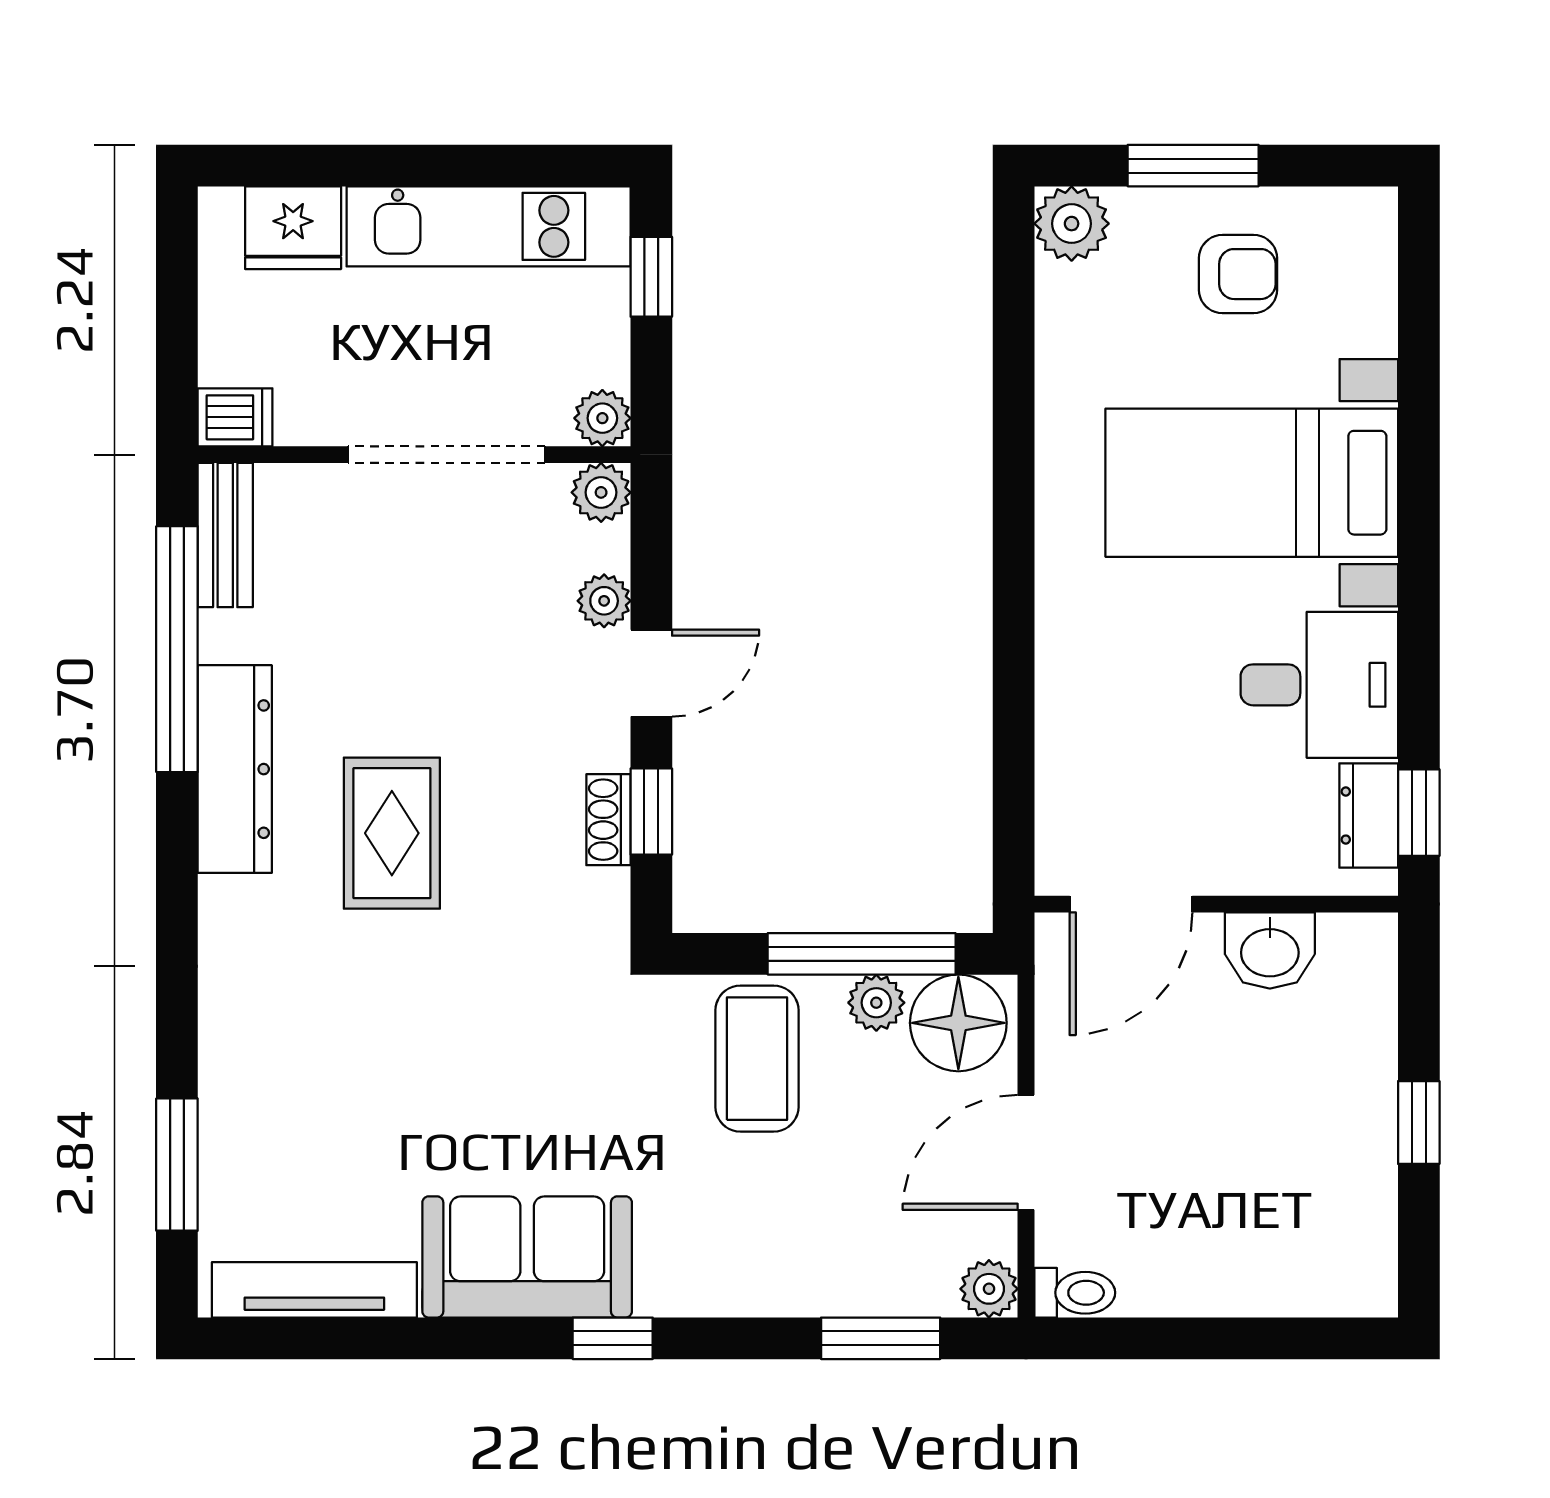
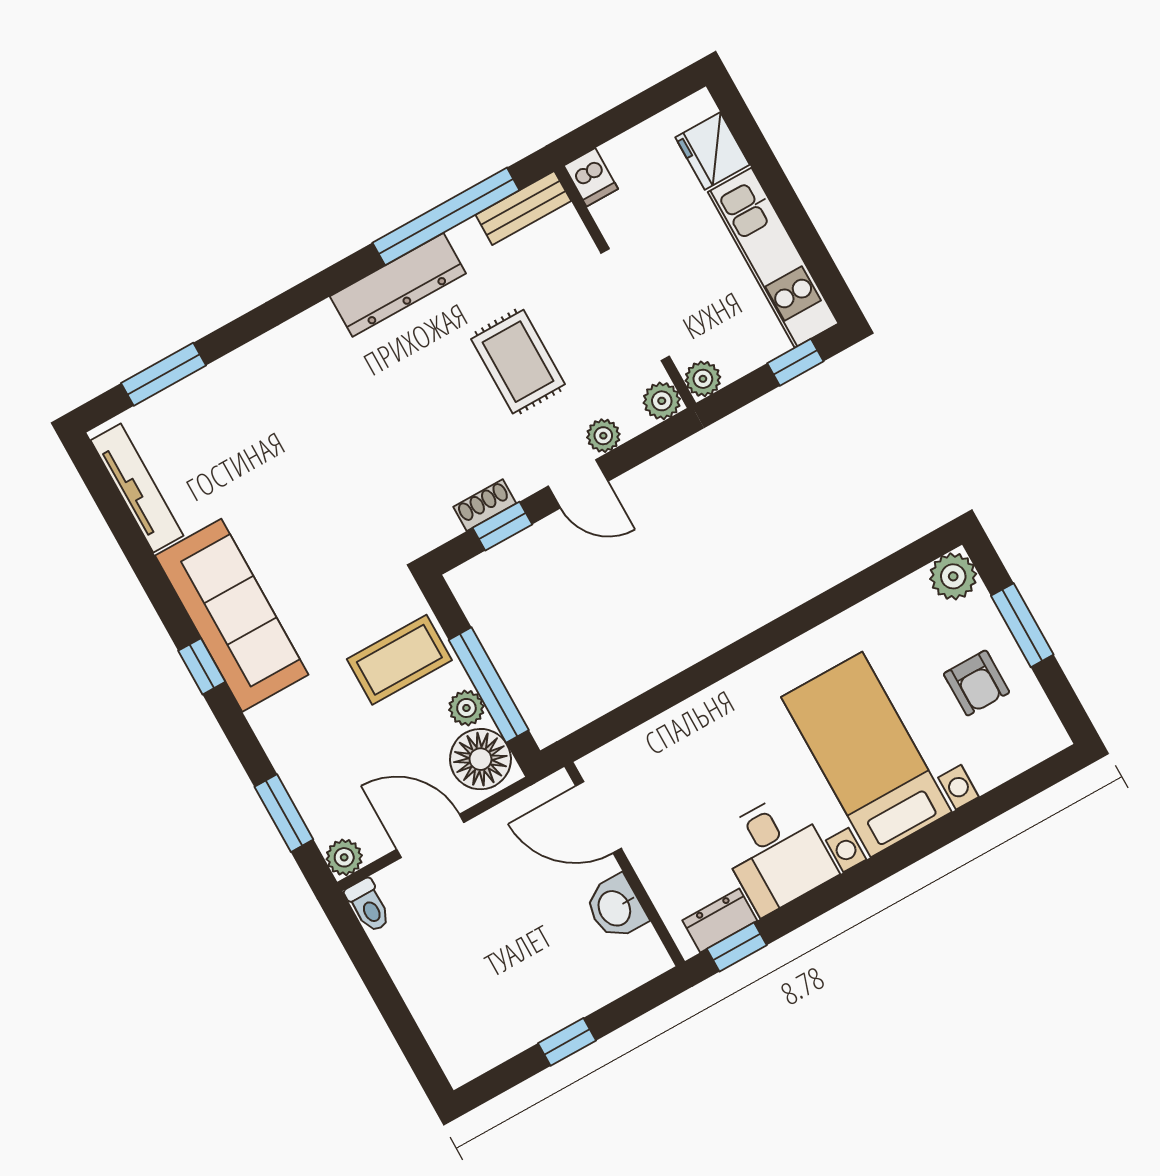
rug: (392, 833) -> (518, 362), moved, turned 90
sofa: (527, 1257) -> (232, 615), width x1.36

